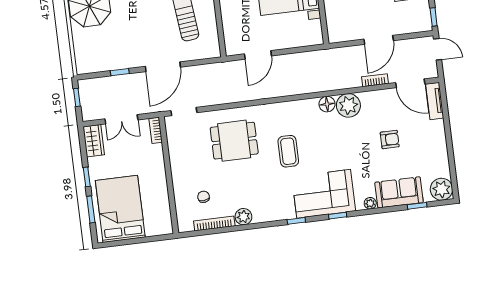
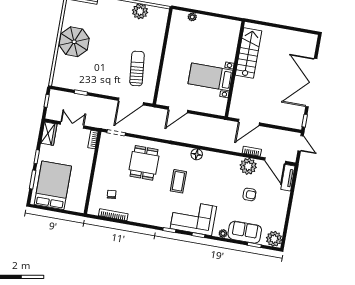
door: (379, 40) -> (249, 122), moved
door: (163, 67) -> (131, 101), moved
floor lamp: (327, 104) -> (197, 154), moved
plant: (348, 105) -> (248, 166), moved
double door: (121, 119) -> (72, 125), swing flipped
dining table: (234, 141) -> (144, 163), turned 90
plant: (243, 217) -> (134, 216), removed

